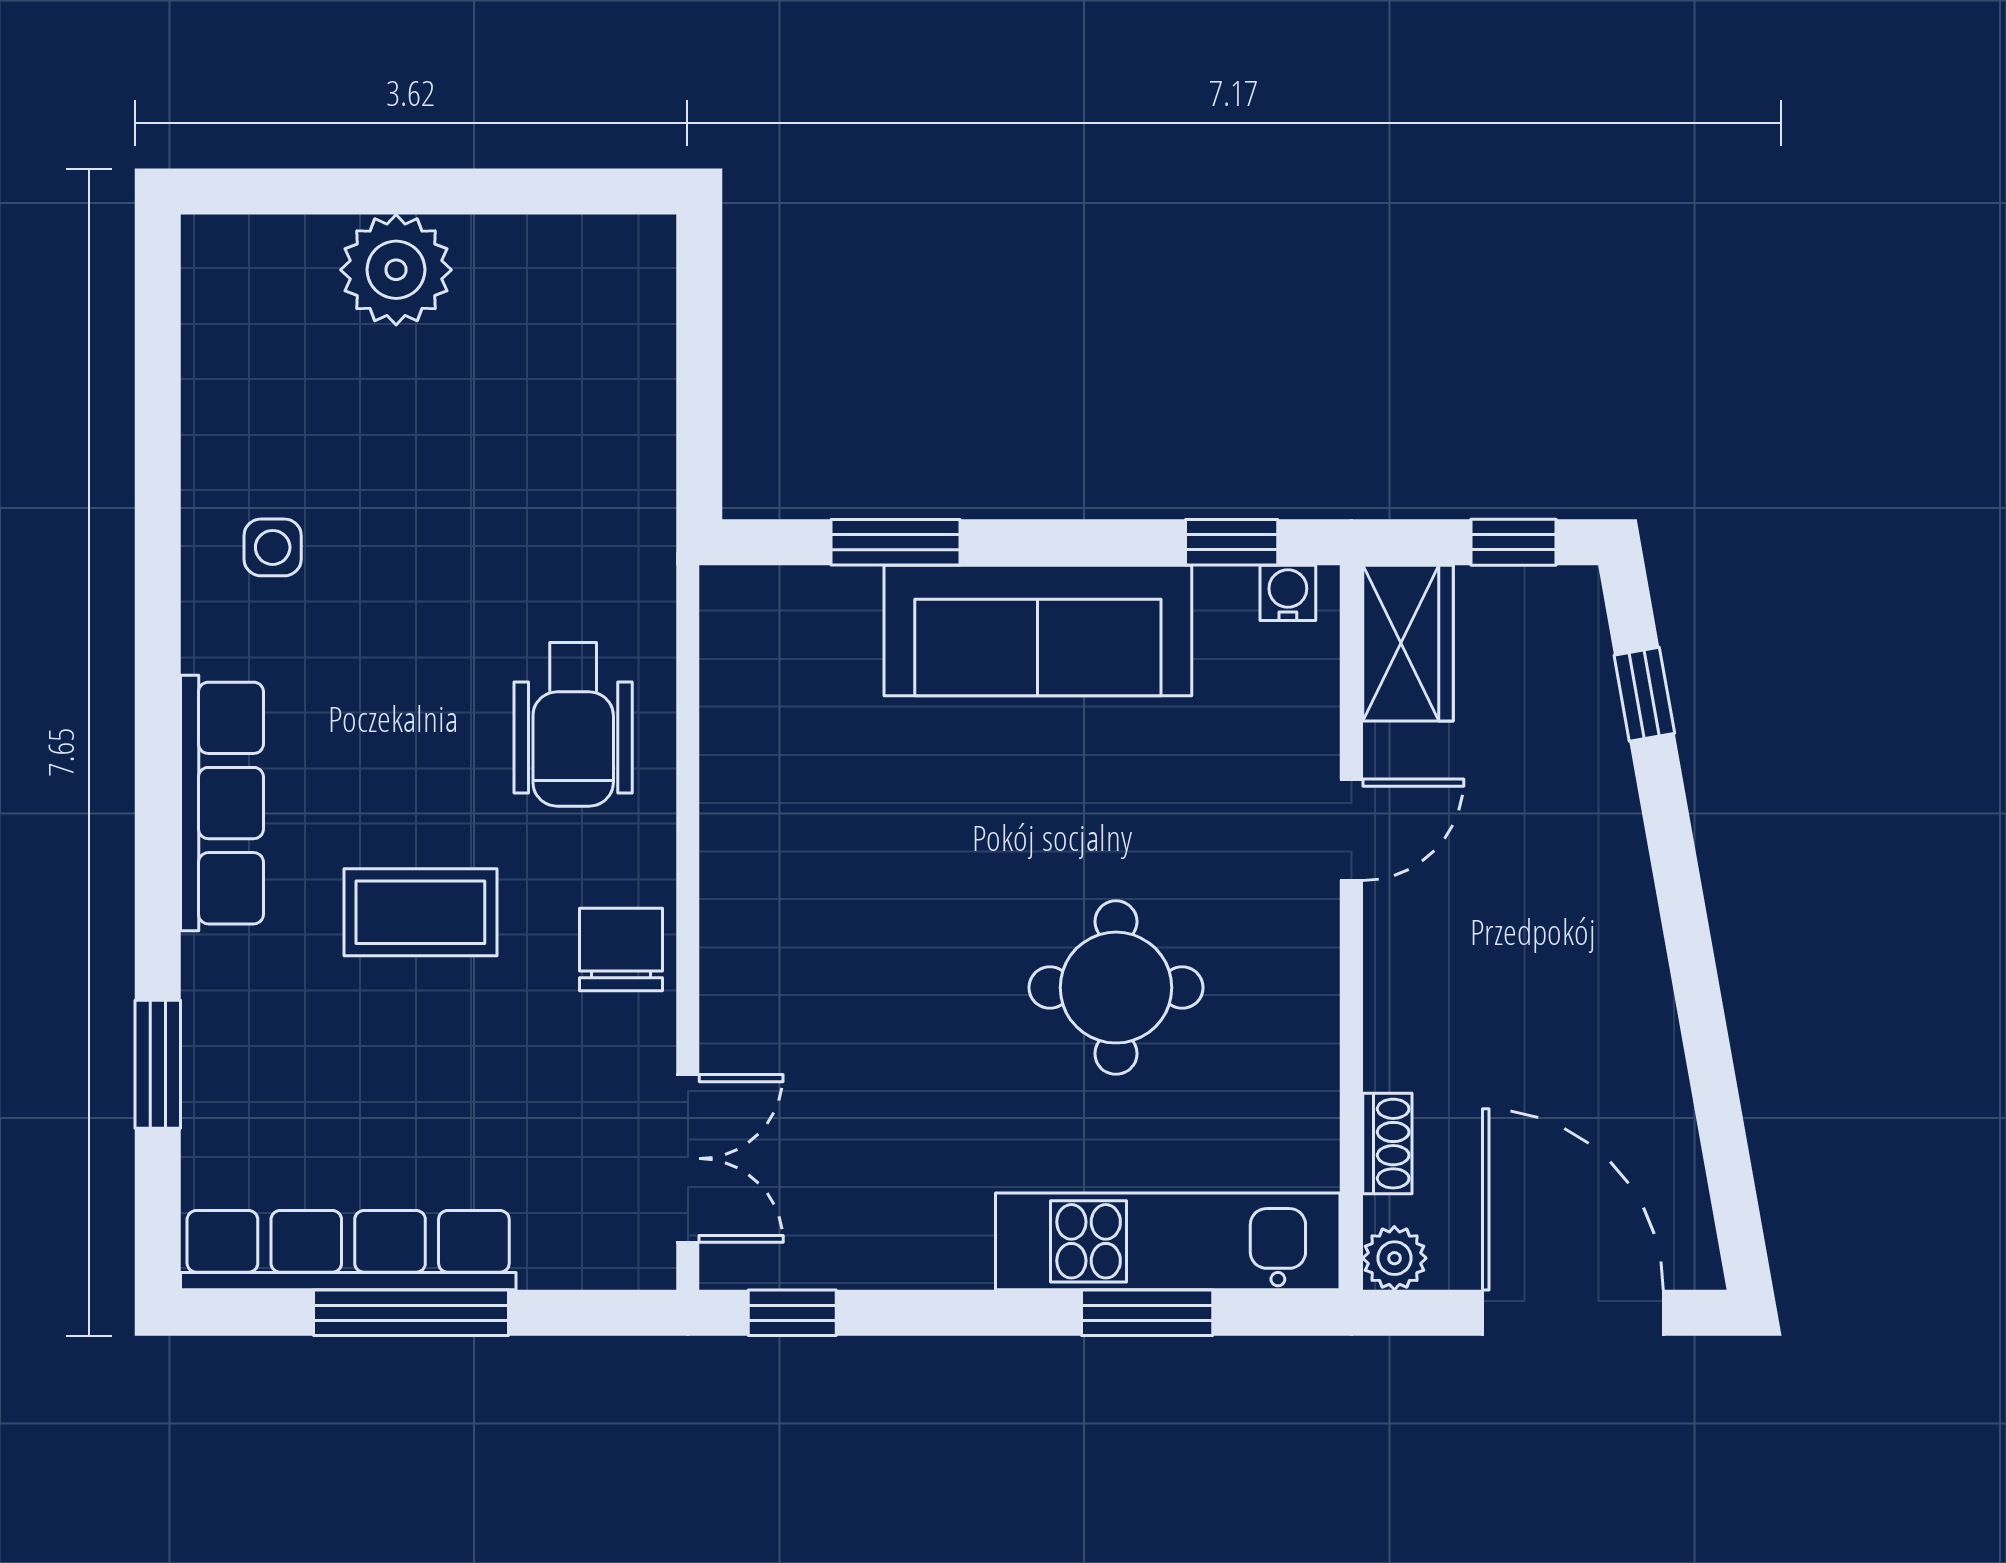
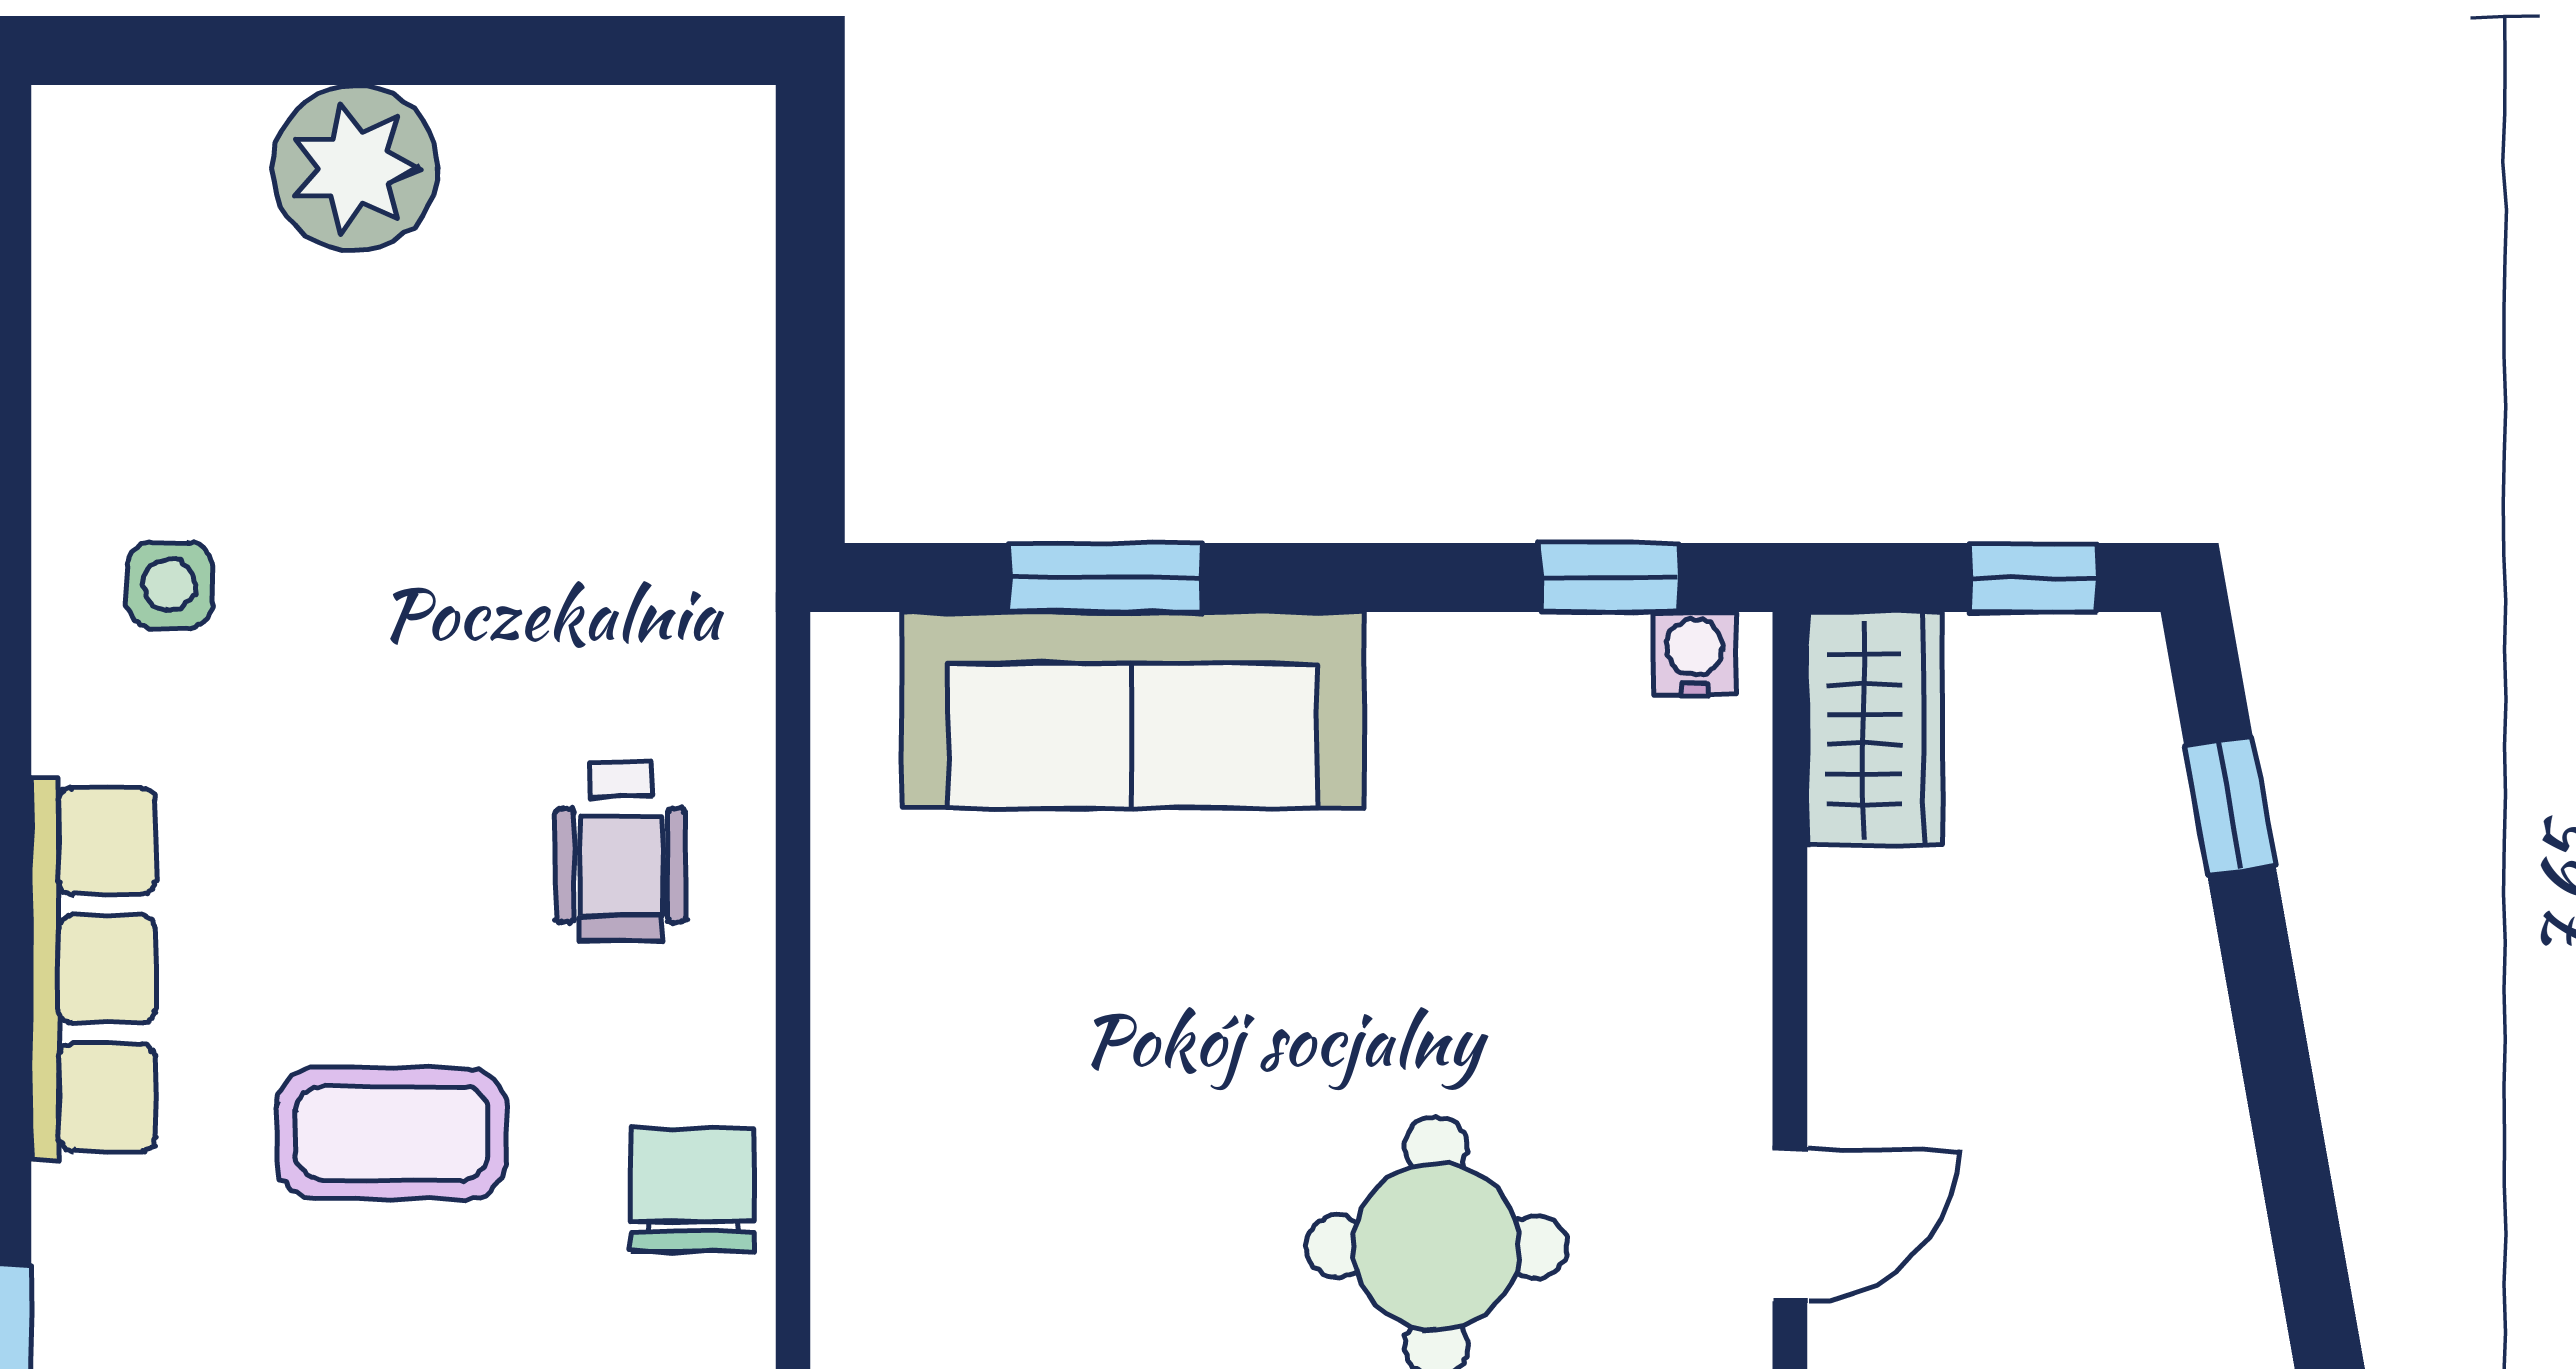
sofa: (1038, 631) -> (1133, 710), moved
wheelchair: (573, 724) -> (621, 851), width x0.73, depth x0.73
door: (1351, 830) -> (1790, 1225), moved

